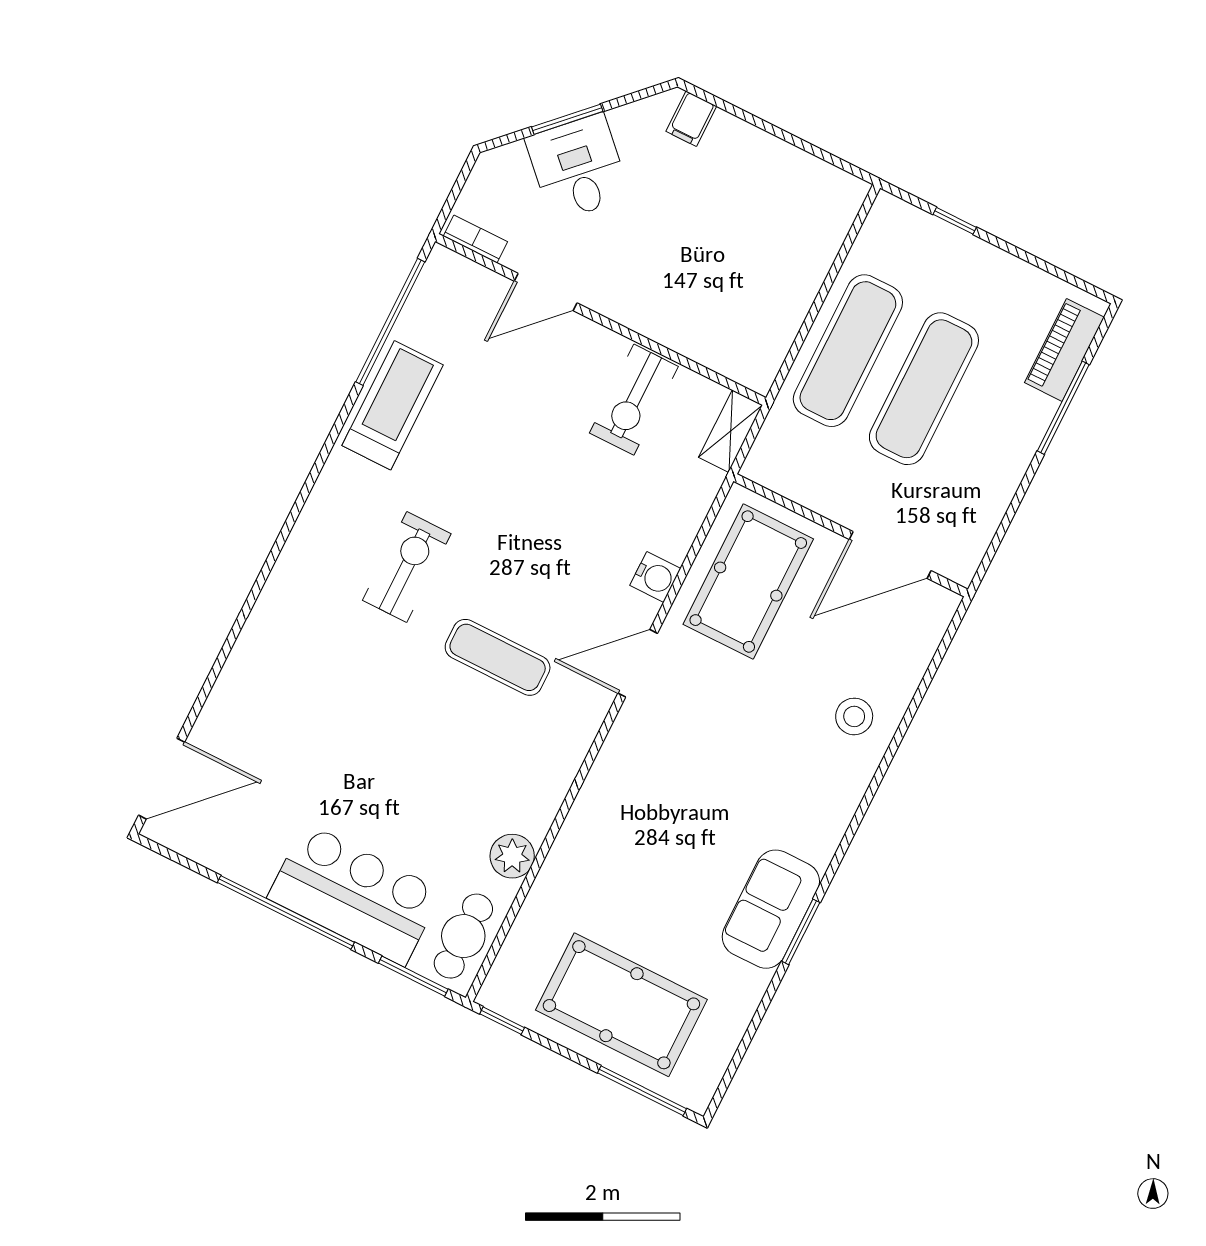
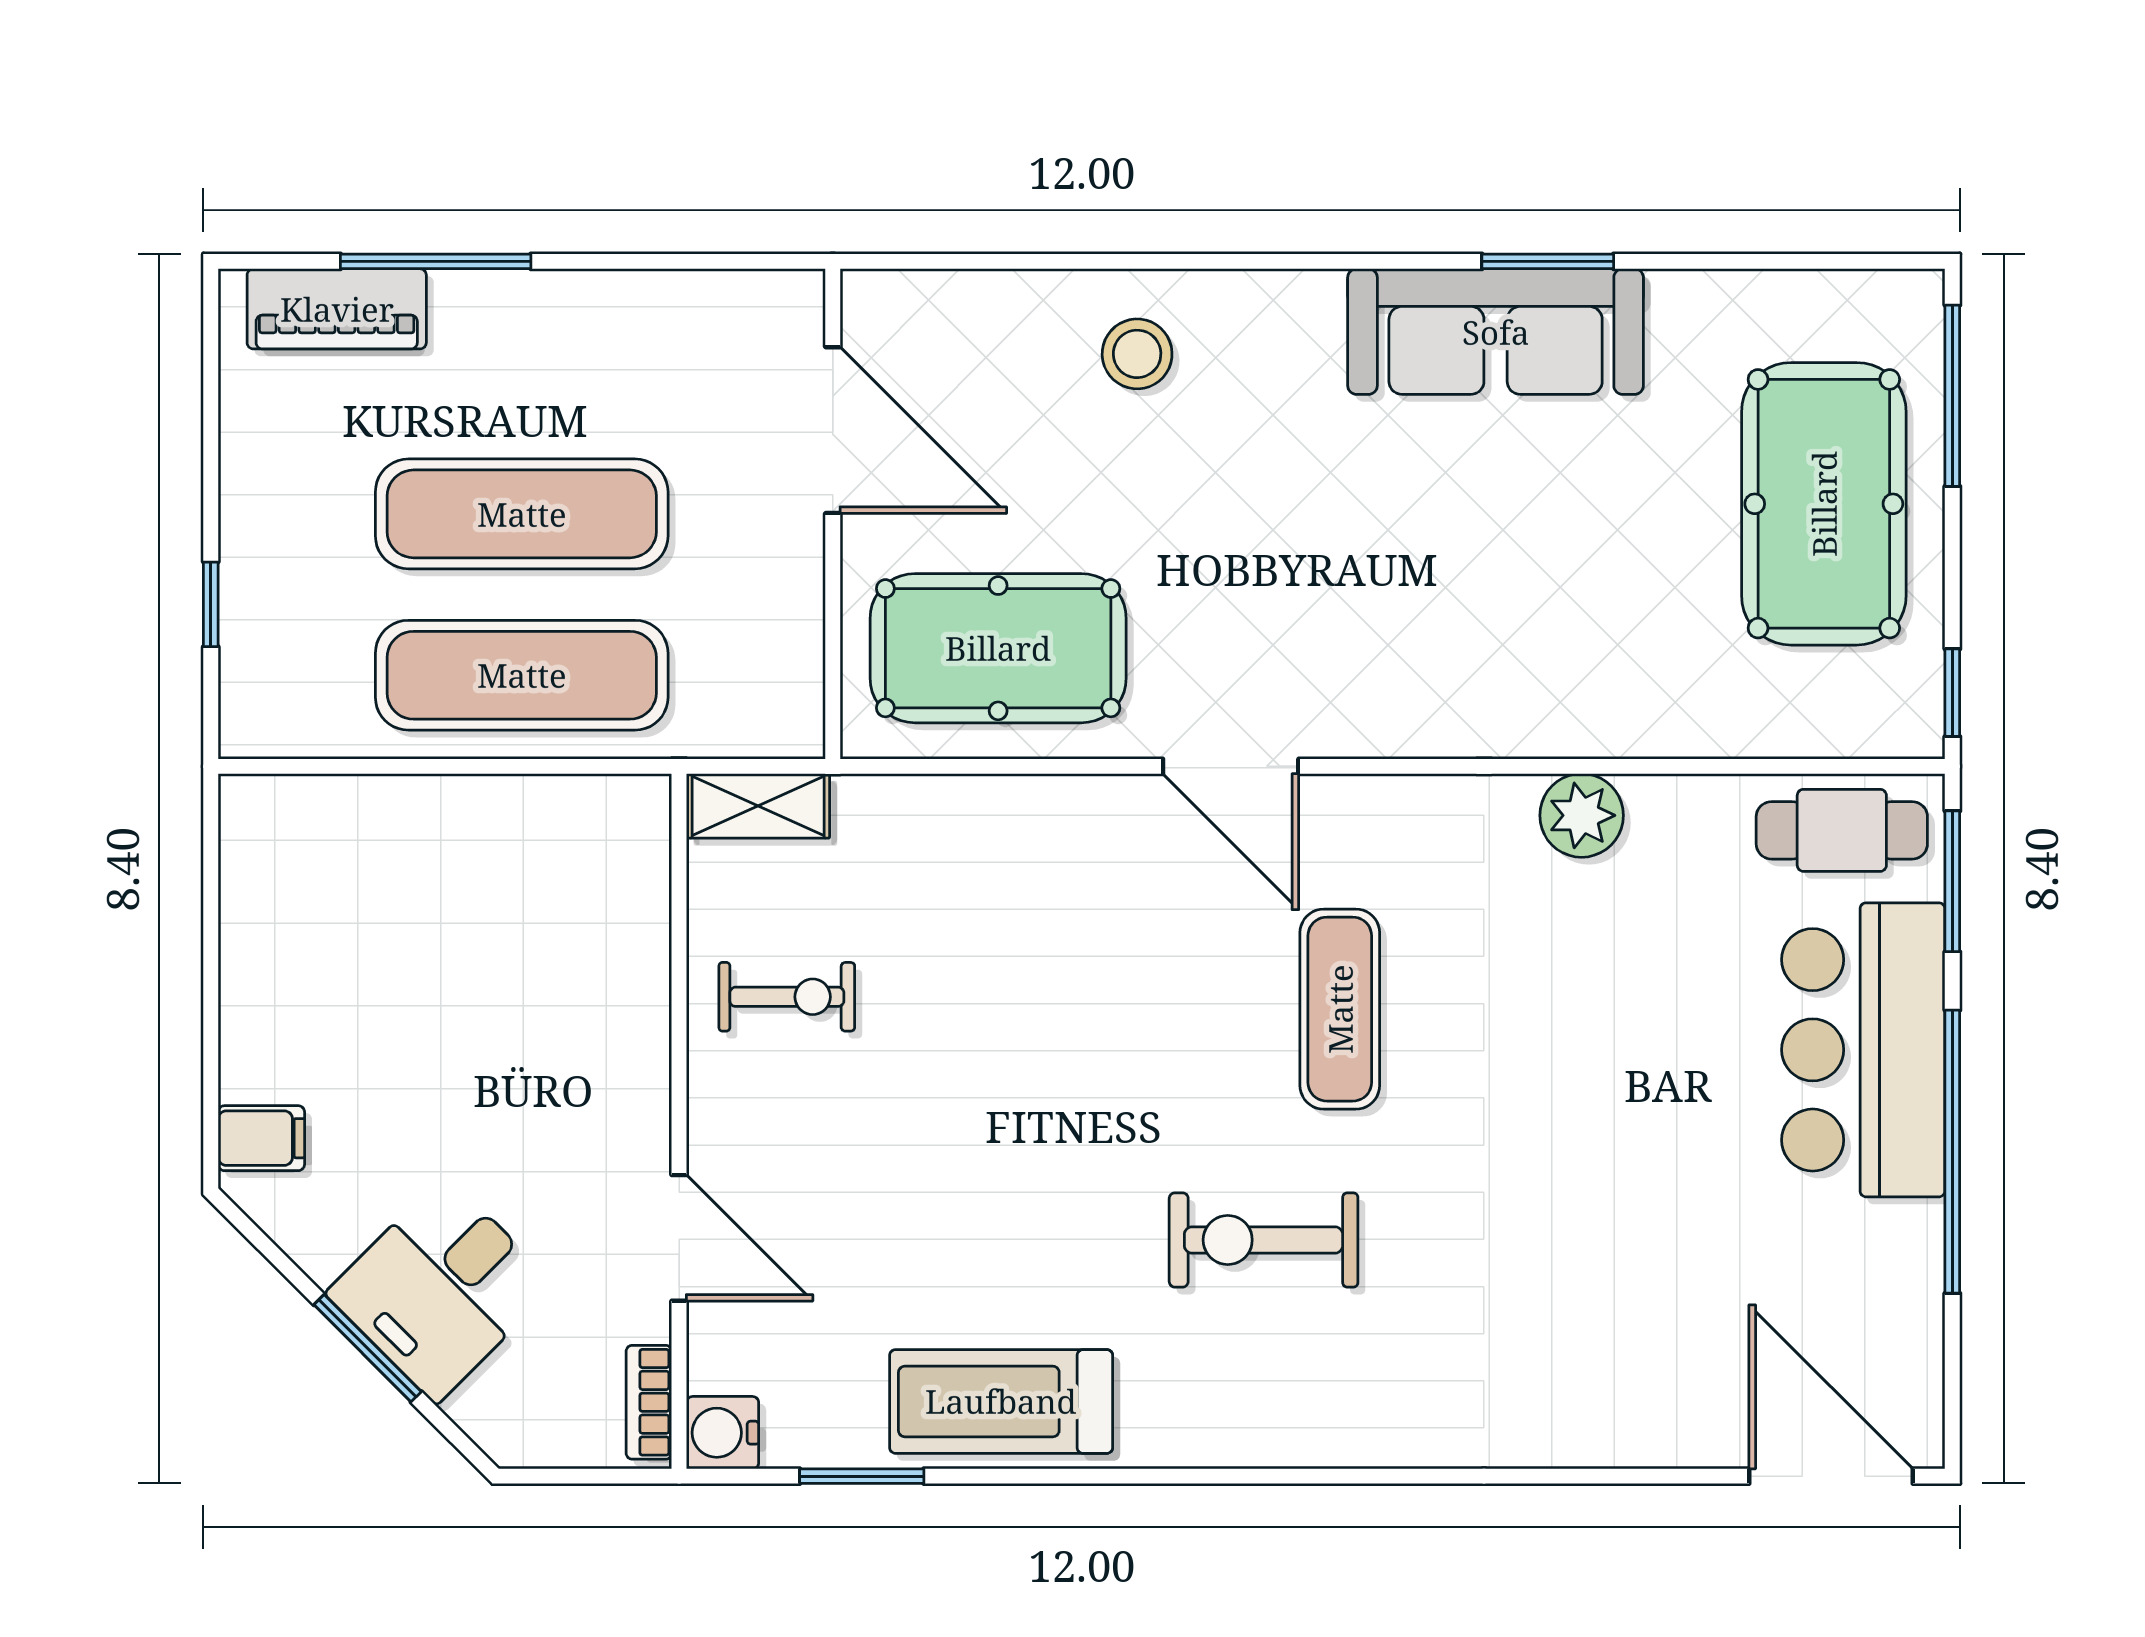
window: (390, 322) -> (862, 1476), width x0.47
exercise bike: (634, 400) -> (787, 997), width x0.73, depth x0.72
water cooler: (655, 577) -> (723, 1433), moved, turned -90
plant: (512, 856) -> (1582, 815), moved
sofa: (771, 909) -> (1496, 332), width x1.36

